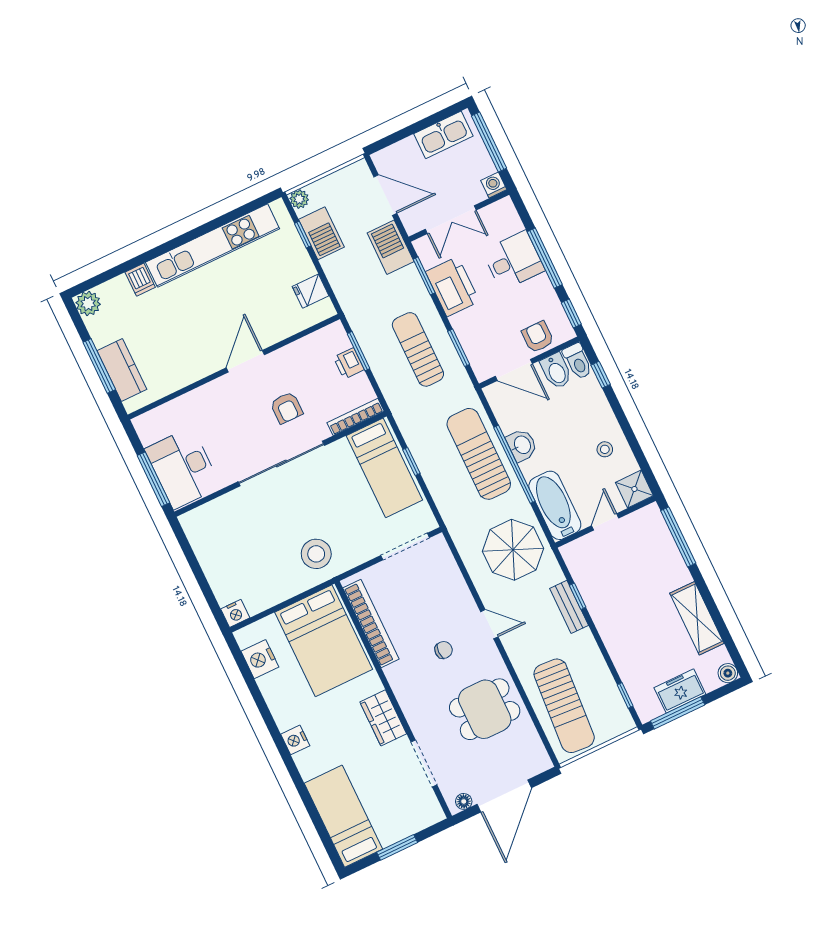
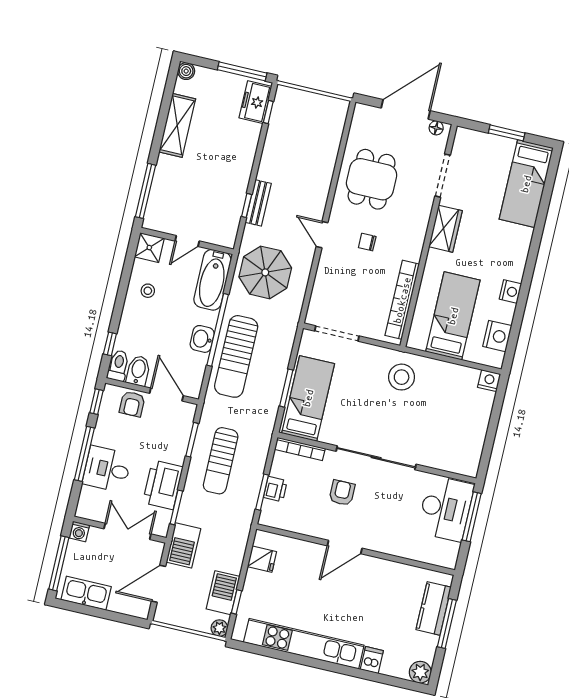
door: (385, 195) -> (159, 584), hinge flipped
window: (411, 461) -> (286, 388), width x1.50
bed: (324, 641) -> (453, 316), width x0.67
freezer: (680, 691) -> (255, 102), moved, turned 90
sun lounger: (564, 706) -> (316, 138), removed
dining table: (485, 709) -> (372, 179), turned 90
nightstand: (295, 740) -> (510, 292), moved

